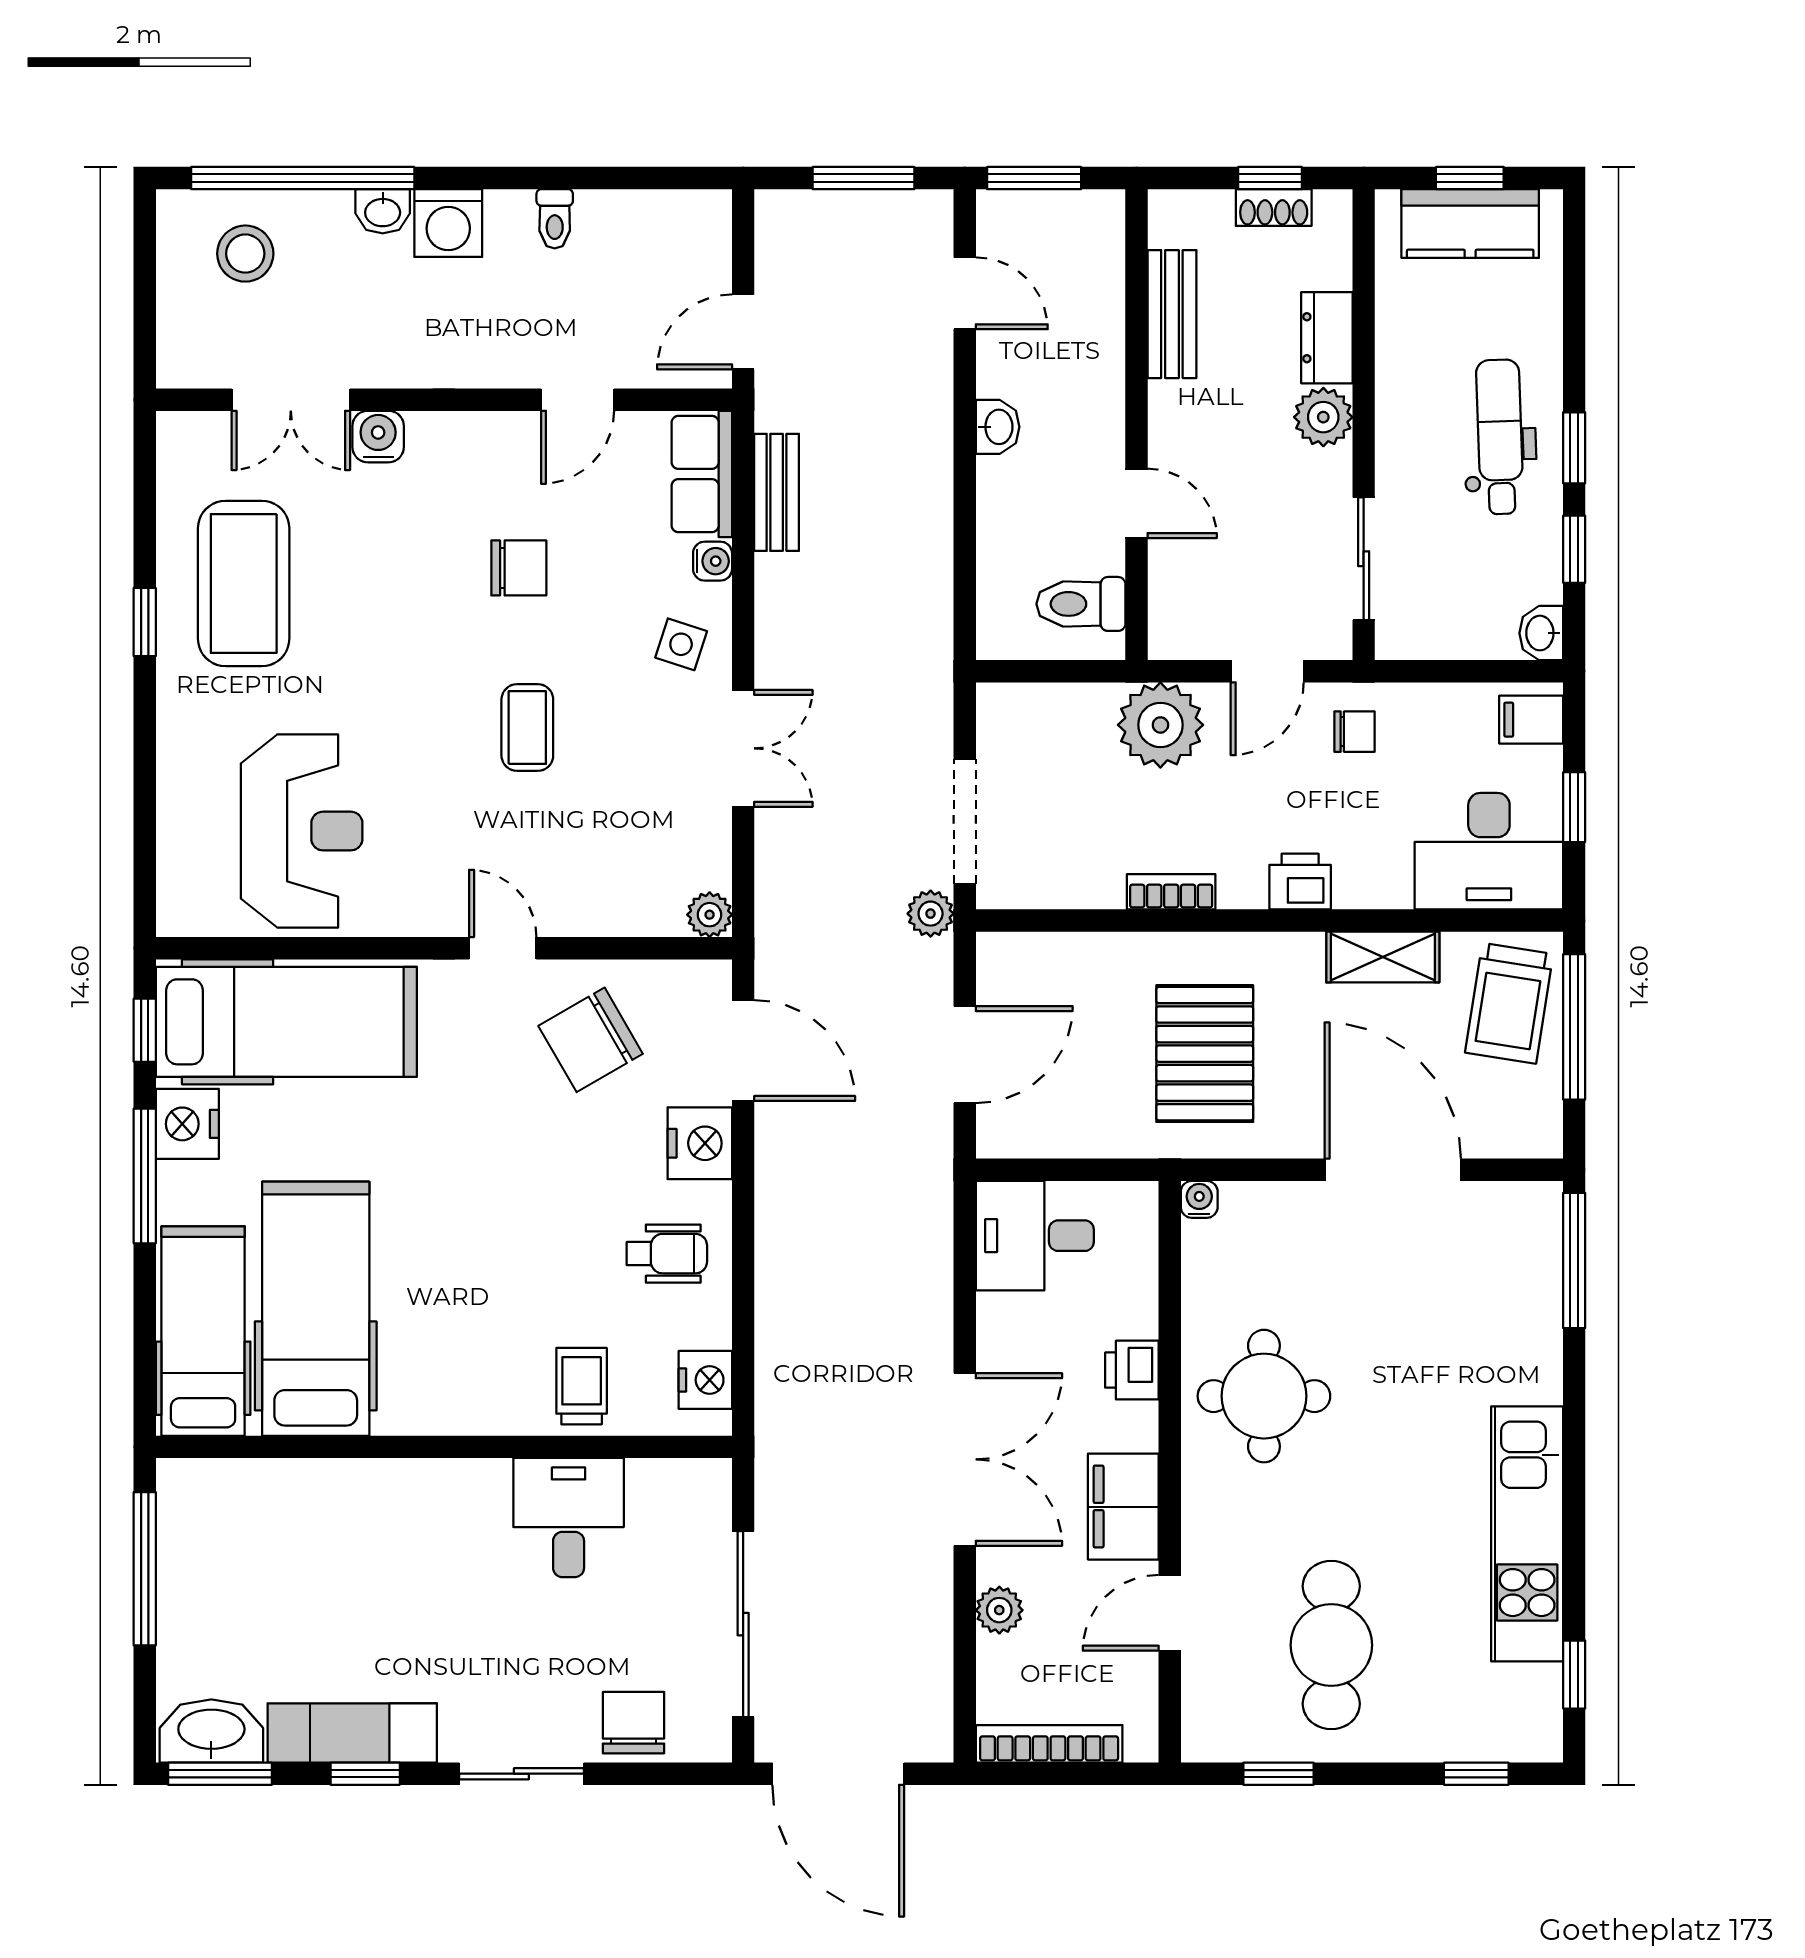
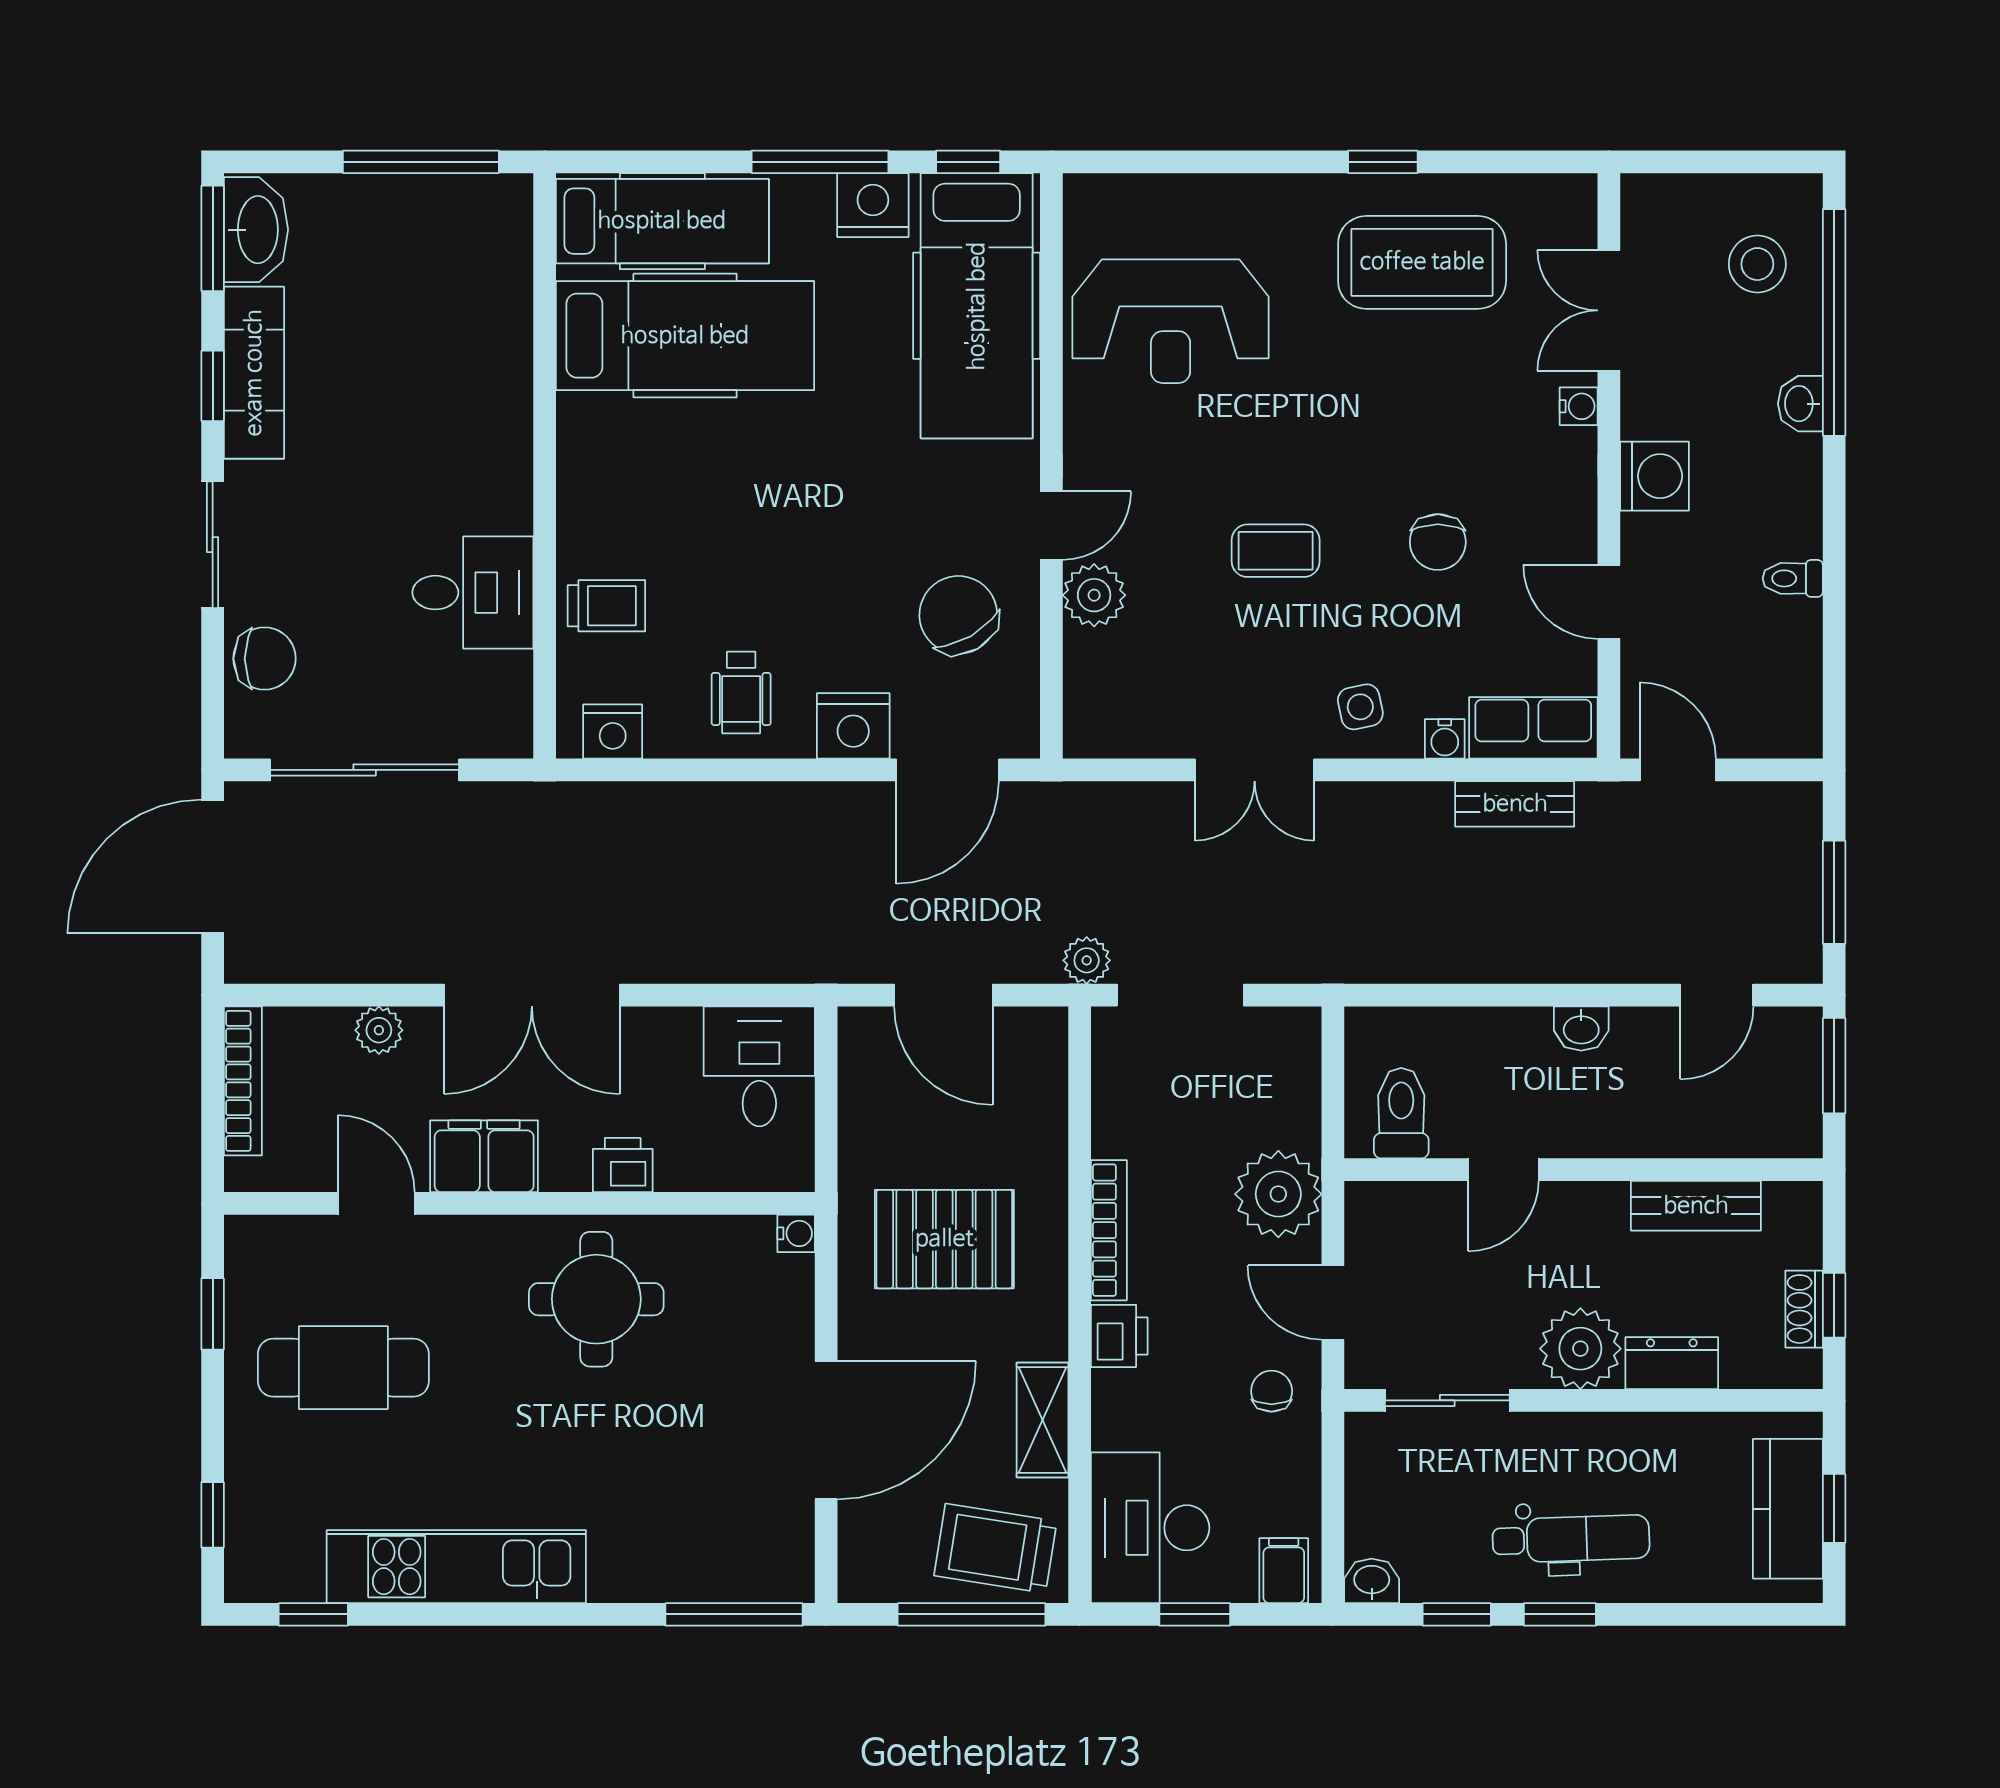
washing machine: (448, 223) -> (1655, 476), moved, turned 180
plant: (1323, 417) -> (1580, 1349), width x1.36, depth x1.36
water cooler: (378, 437) -> (1579, 406), width x0.72, depth x0.72
side table: (681, 644) -> (1360, 707), turned -30
chair: (1354, 732) -> (1272, 1391), turned 180
bookcase: (1171, 892) -> (1109, 1230), width x1.56
plant: (710, 915) -> (1094, 595), moved, width x1.38, depth x1.38

